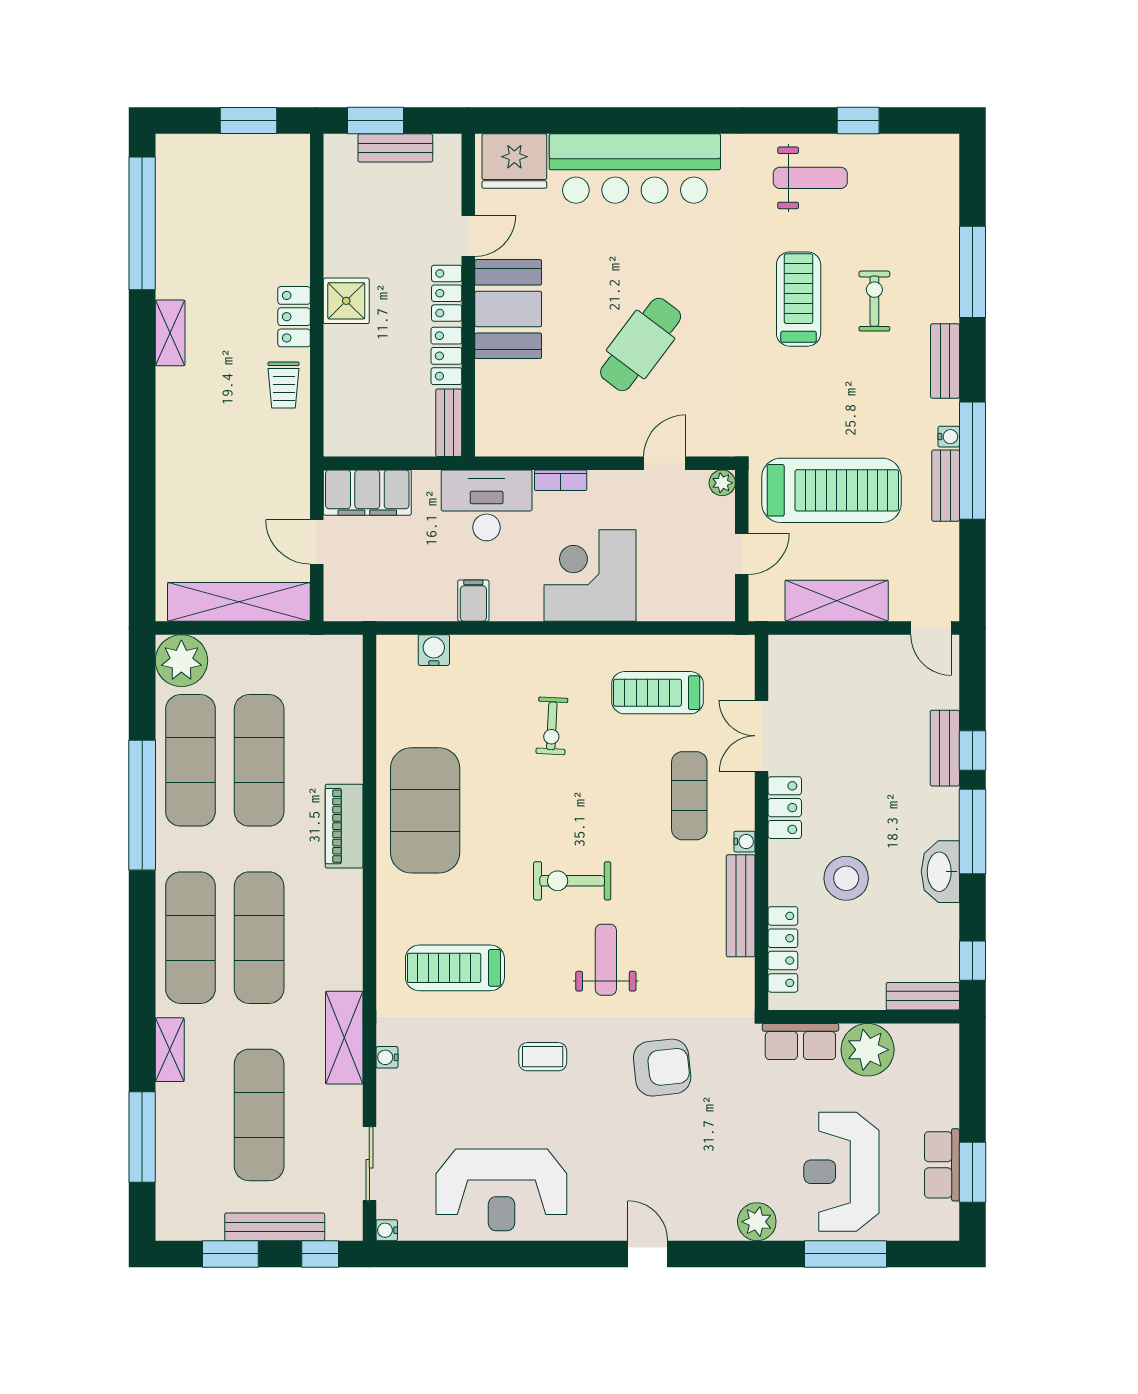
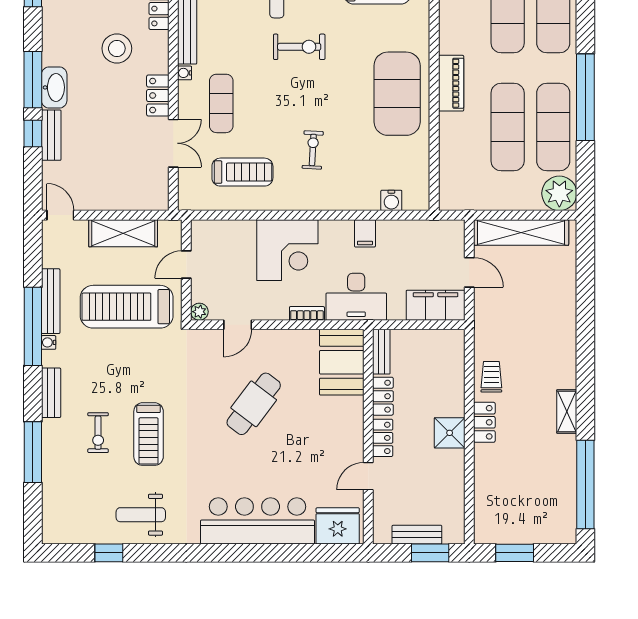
booth: (508, 309) -> (342, 362), moved
bench: (946, 486) -> (51, 301), width x1.36
washbasin: (940, 872) -> (54, 87), moved

